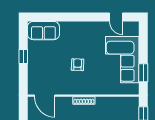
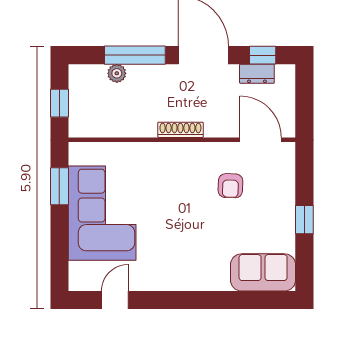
door: (116, 17) -> (115, 300), hinge flipped
armchair: (78, 65) -> (230, 186), moved

